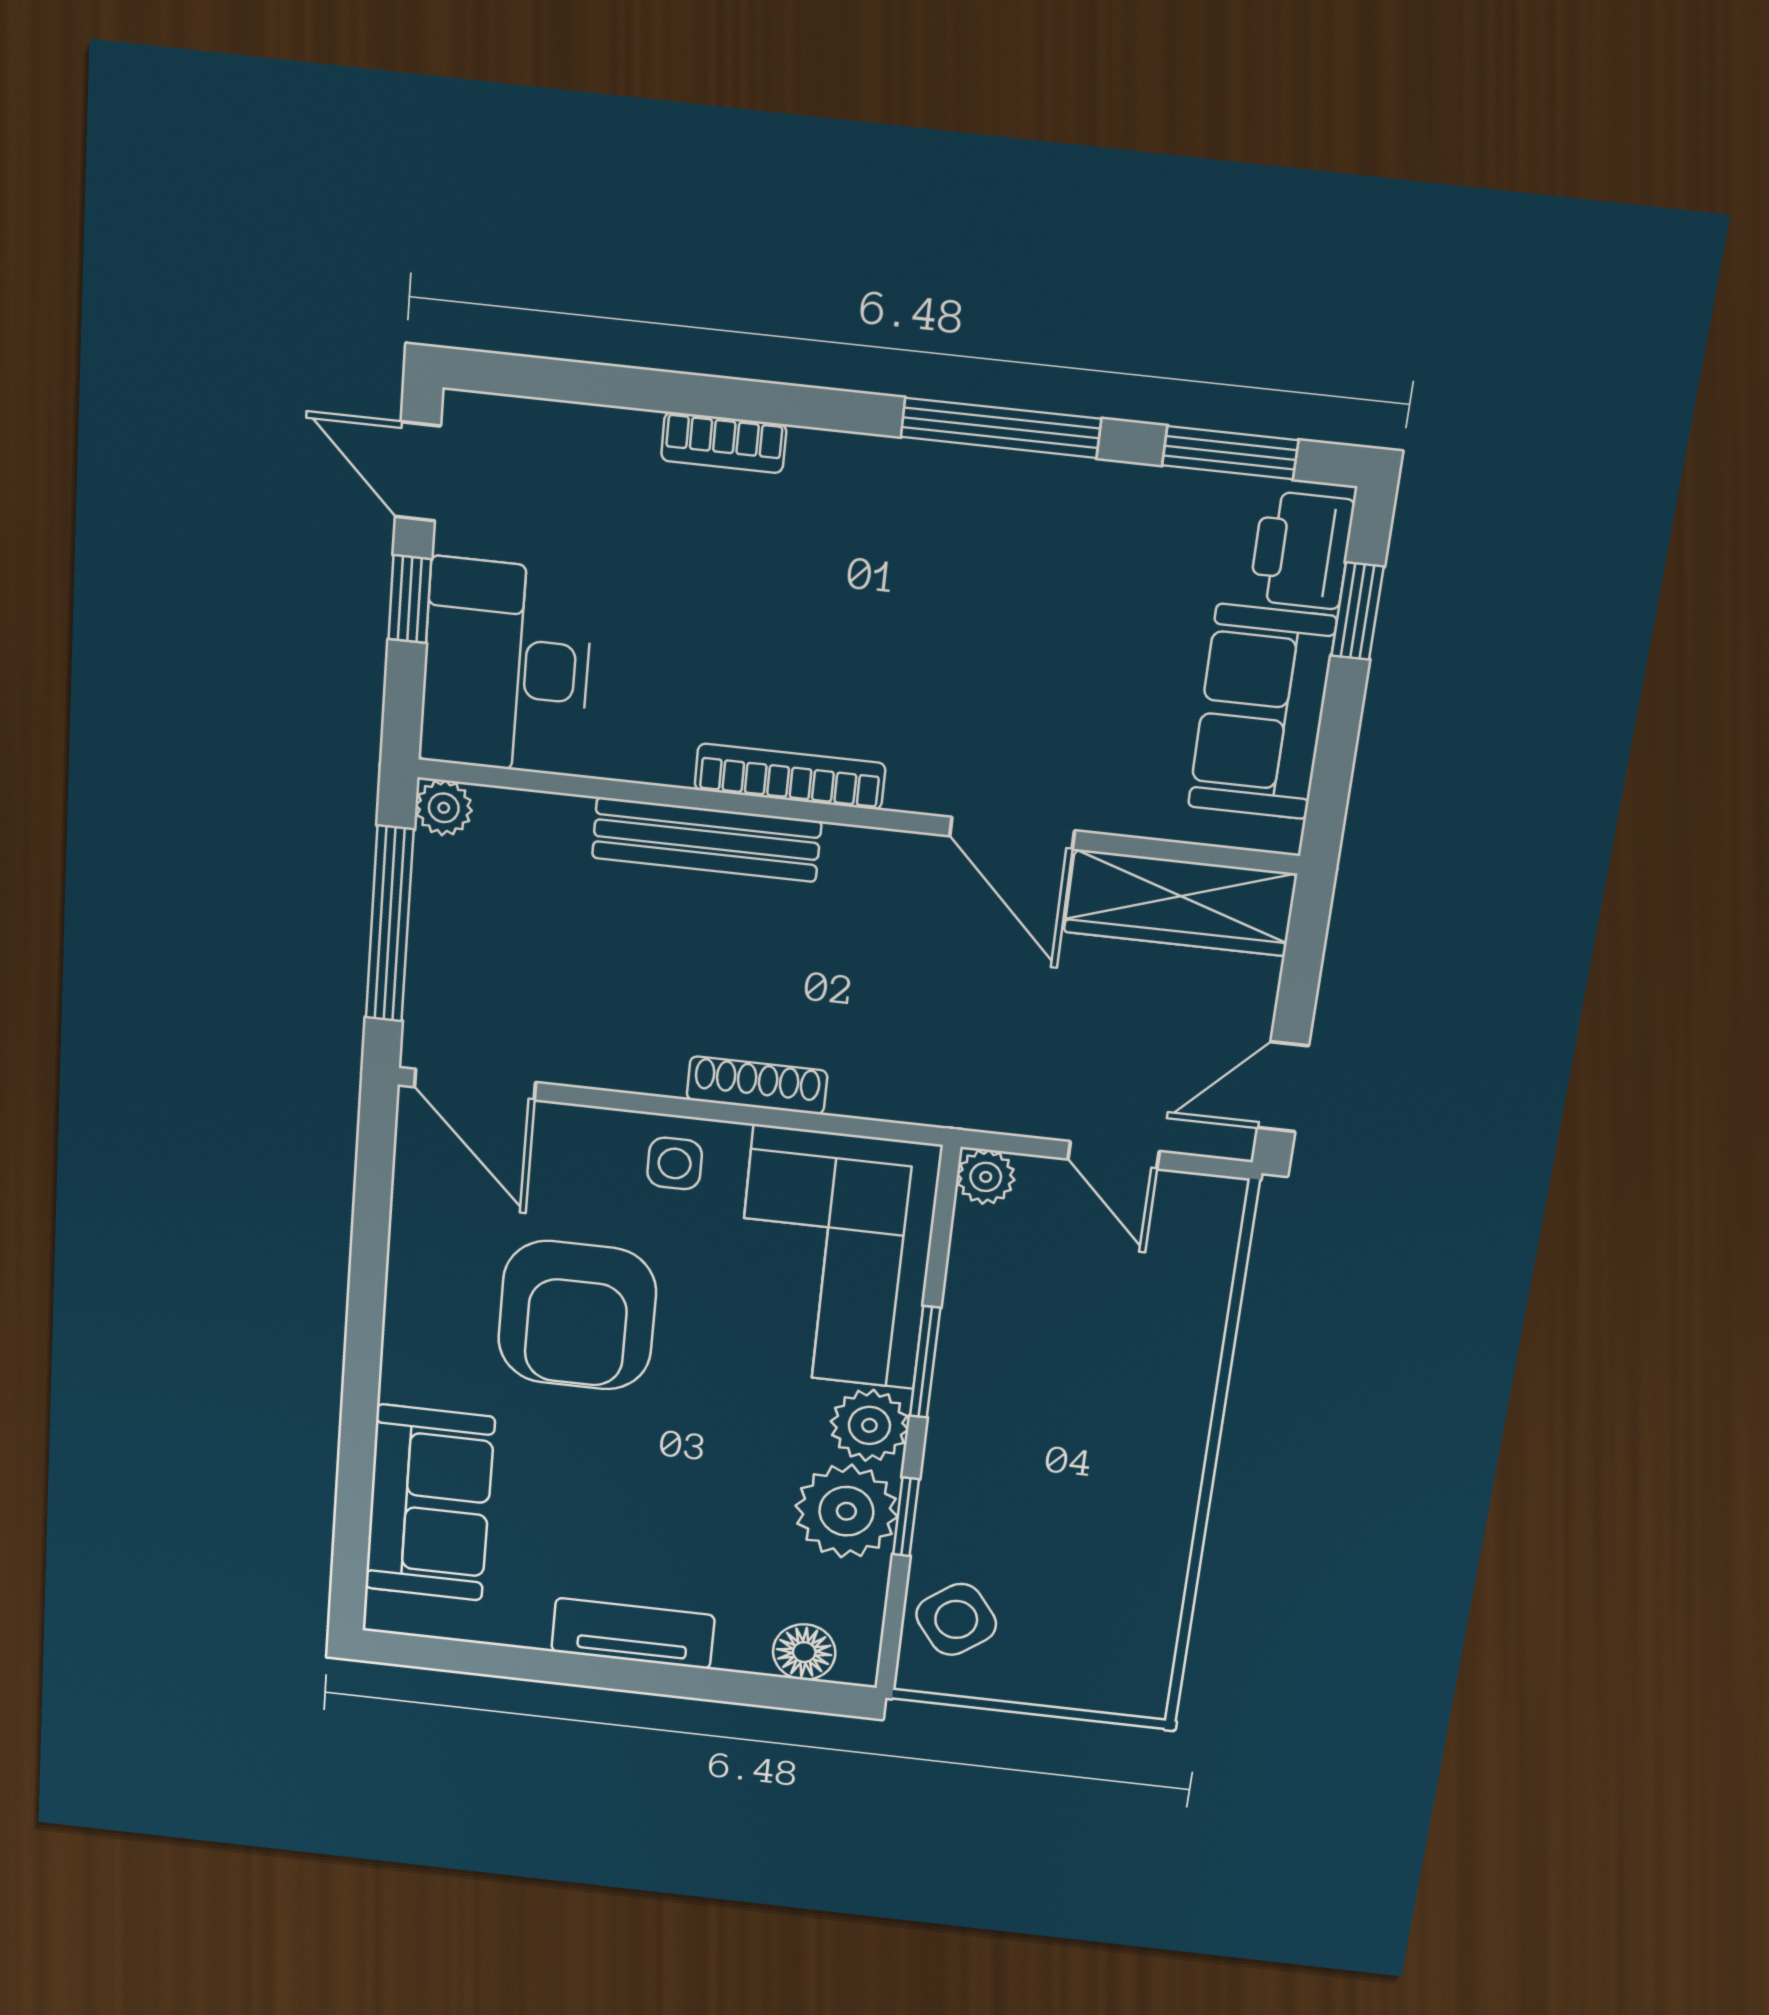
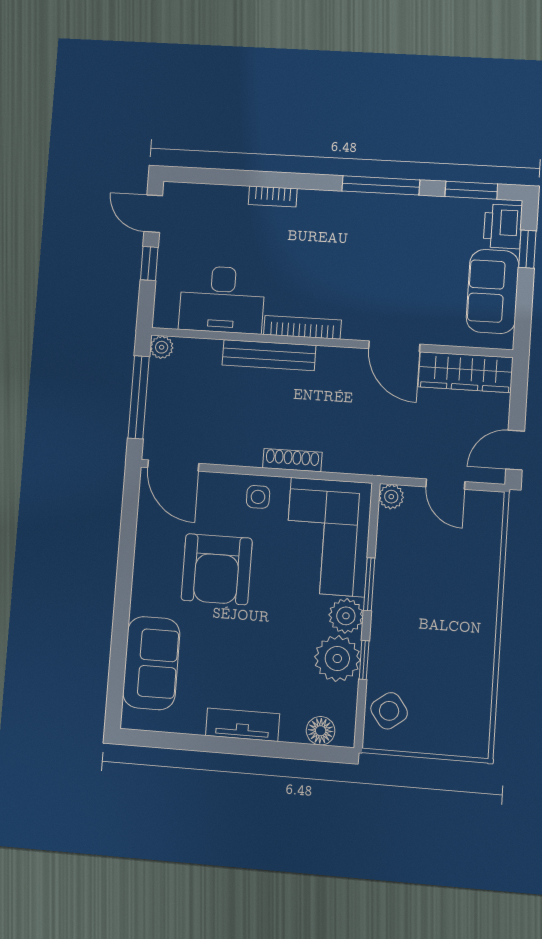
desk: (506, 667) -> (222, 299), moved, turned -90

